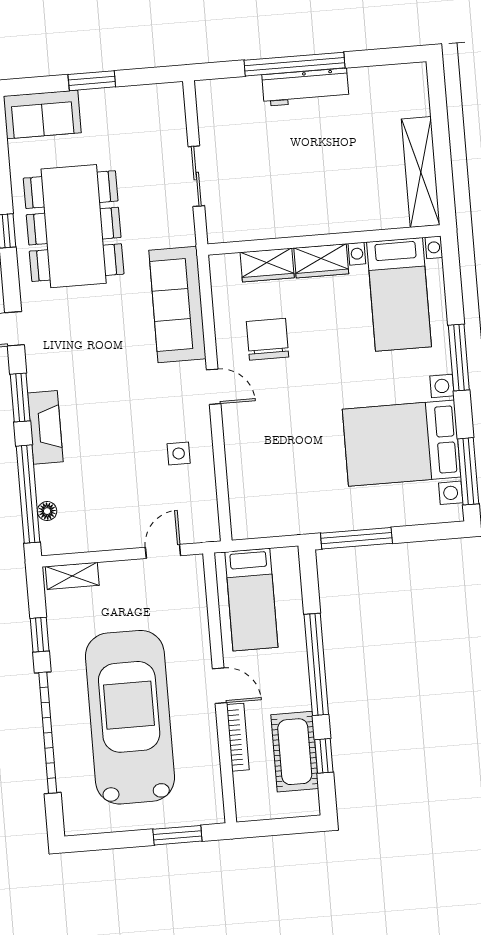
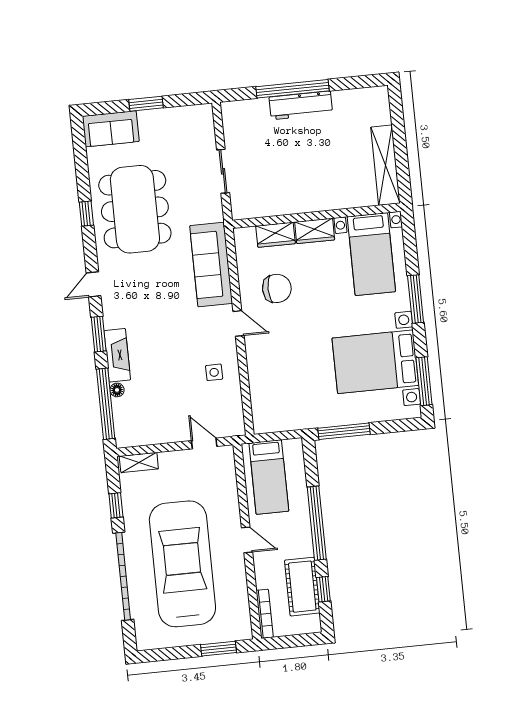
chair: (268, 339) -> (277, 288), turned 90
floor lamp: (47, 511) -> (117, 390), moved
door: (163, 551) -> (204, 443), hinge flipped
bookcase: (238, 737) -> (265, 614), moved

